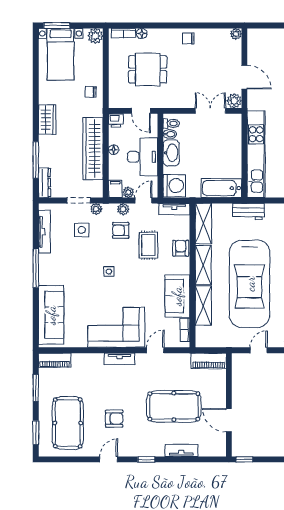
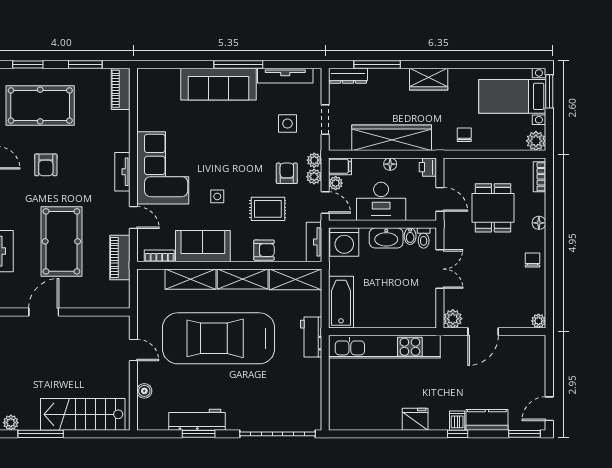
floor lamp: (142, 34) -> (539, 223), moved
door: (141, 111) -> (440, 199), swing flipped
double door: (210, 111) -> (440, 269), moved
plant: (96, 209) -> (314, 160), moved
side table: (109, 272) -> (217, 196), moved
sofa: (51, 315) -> (218, 84), moved
piano: (209, 361) -> (120, 257), moved

